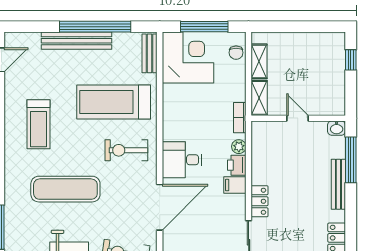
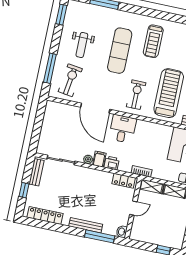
treadmill: (38, 124) -> (153, 41), moved, turned -90
plant: (239, 147) -> (88, 159), moved
locker: (260, 201) -> (124, 181), moved

